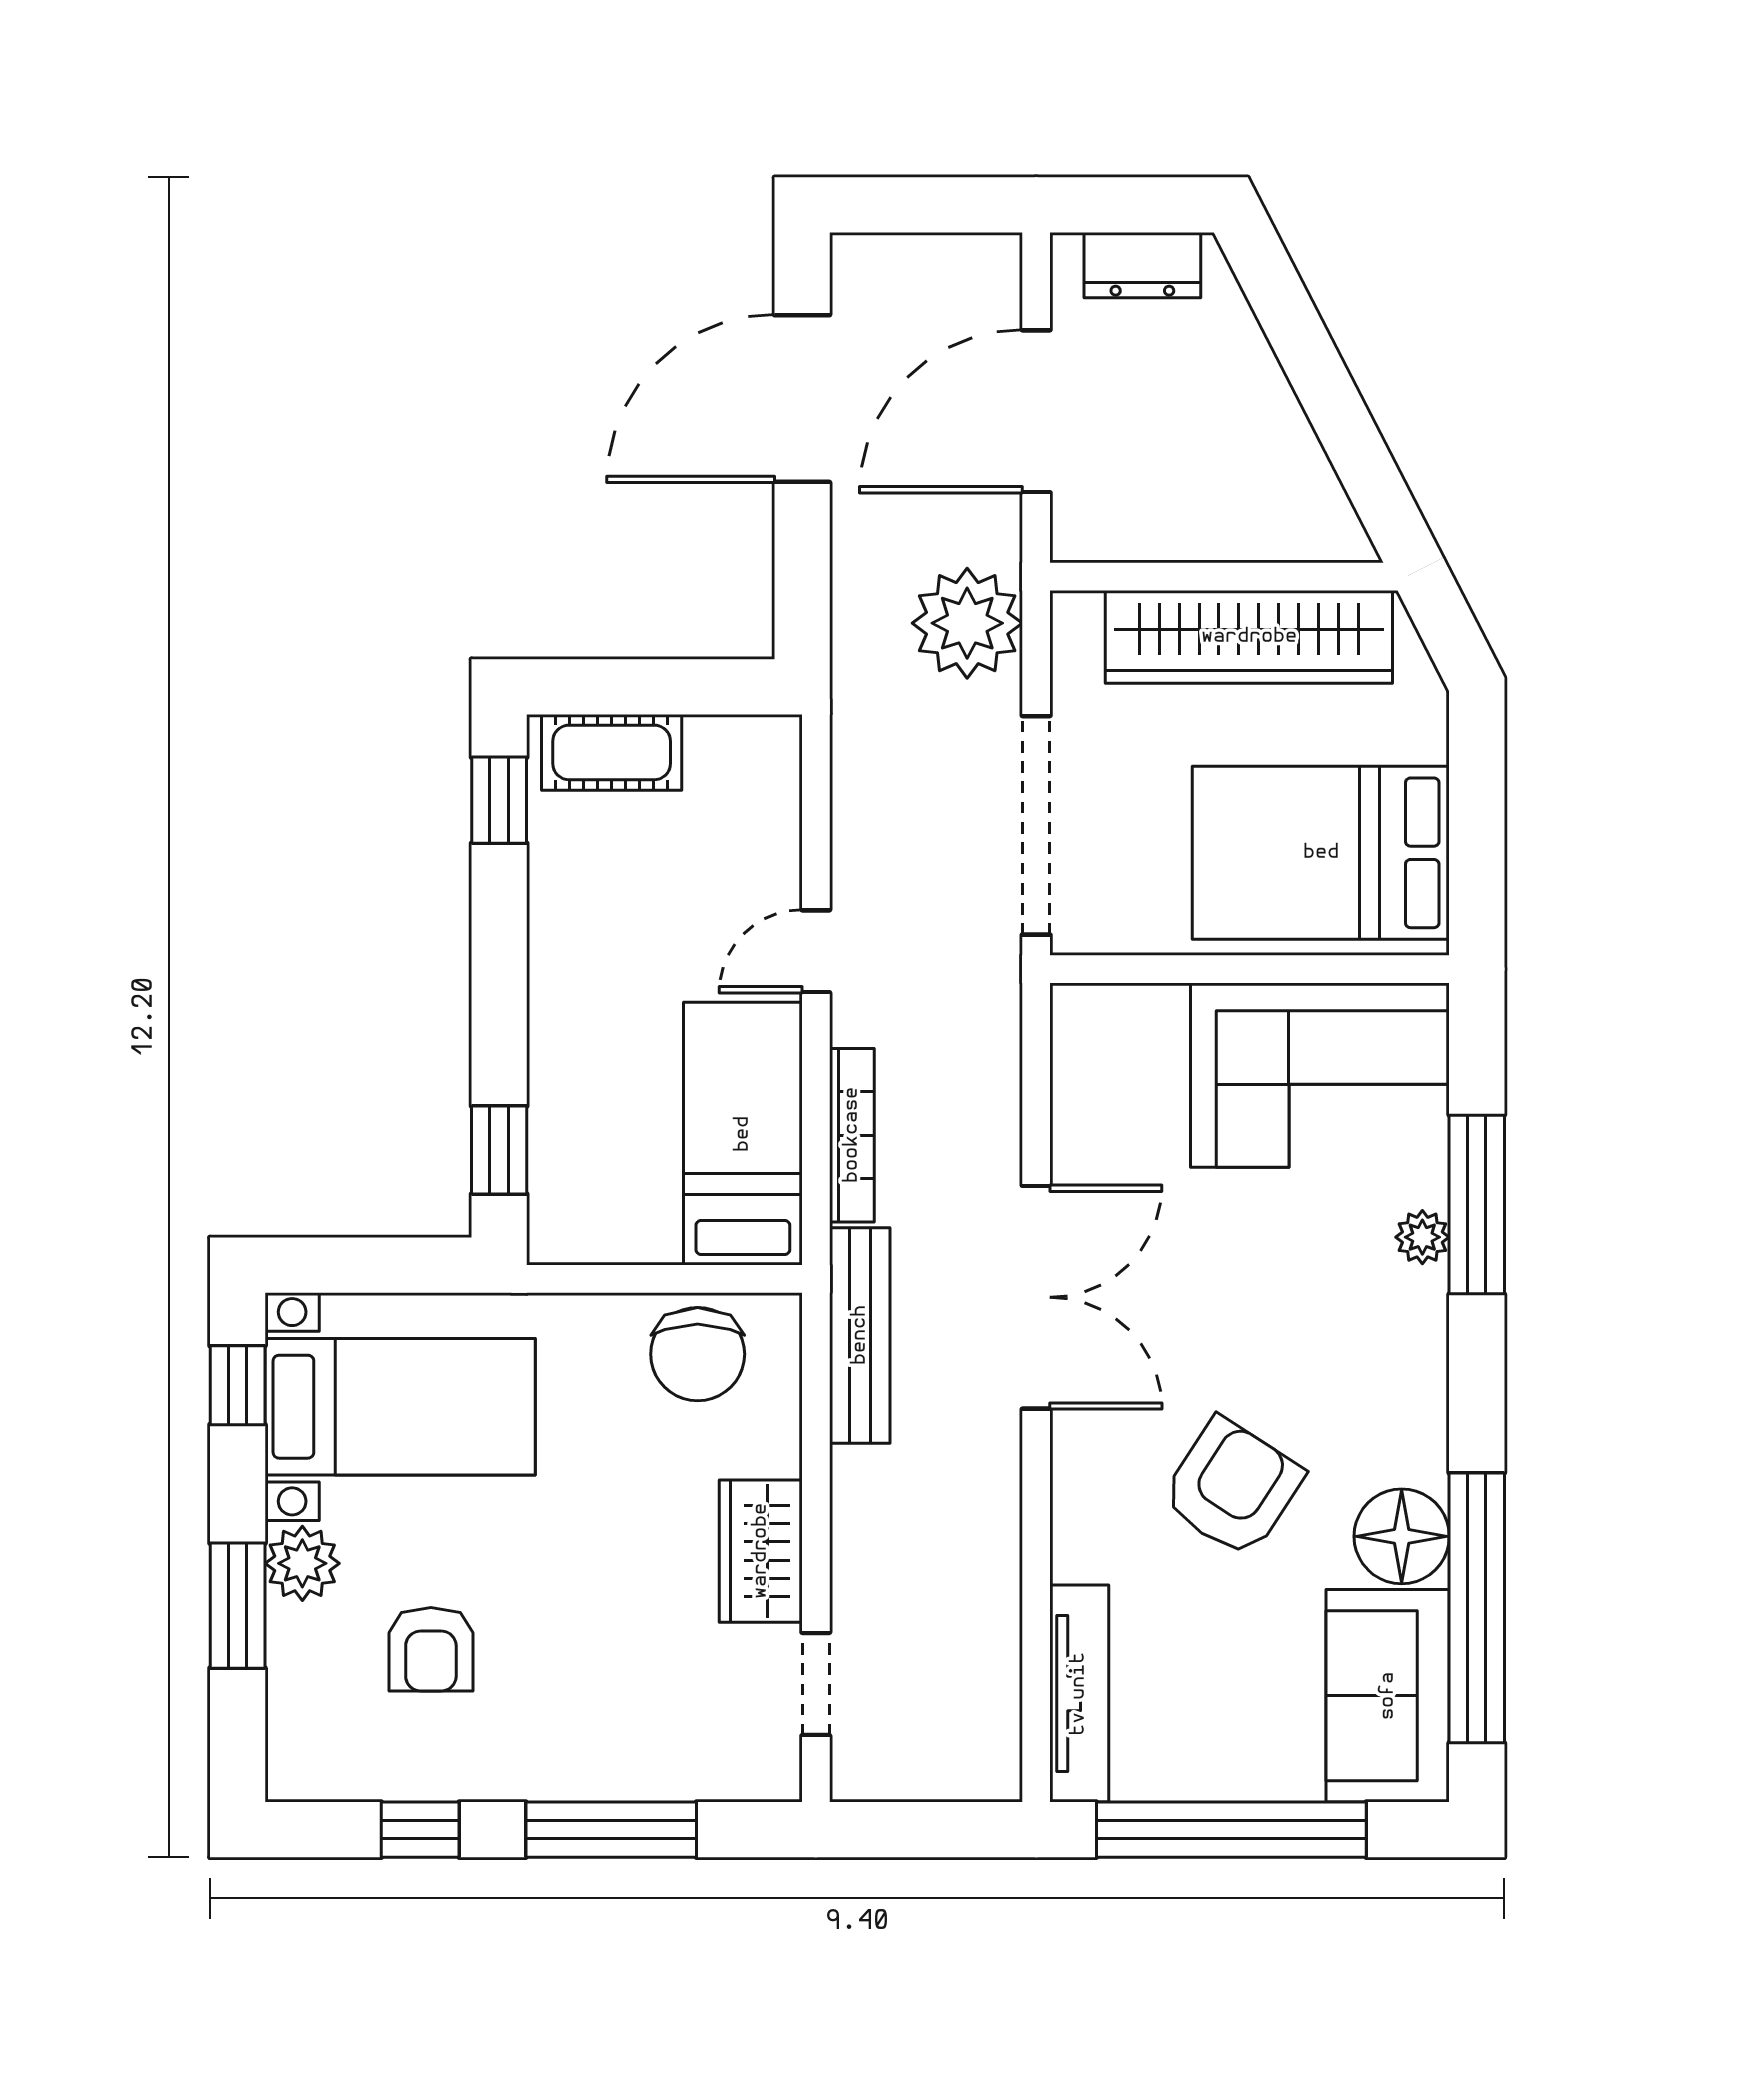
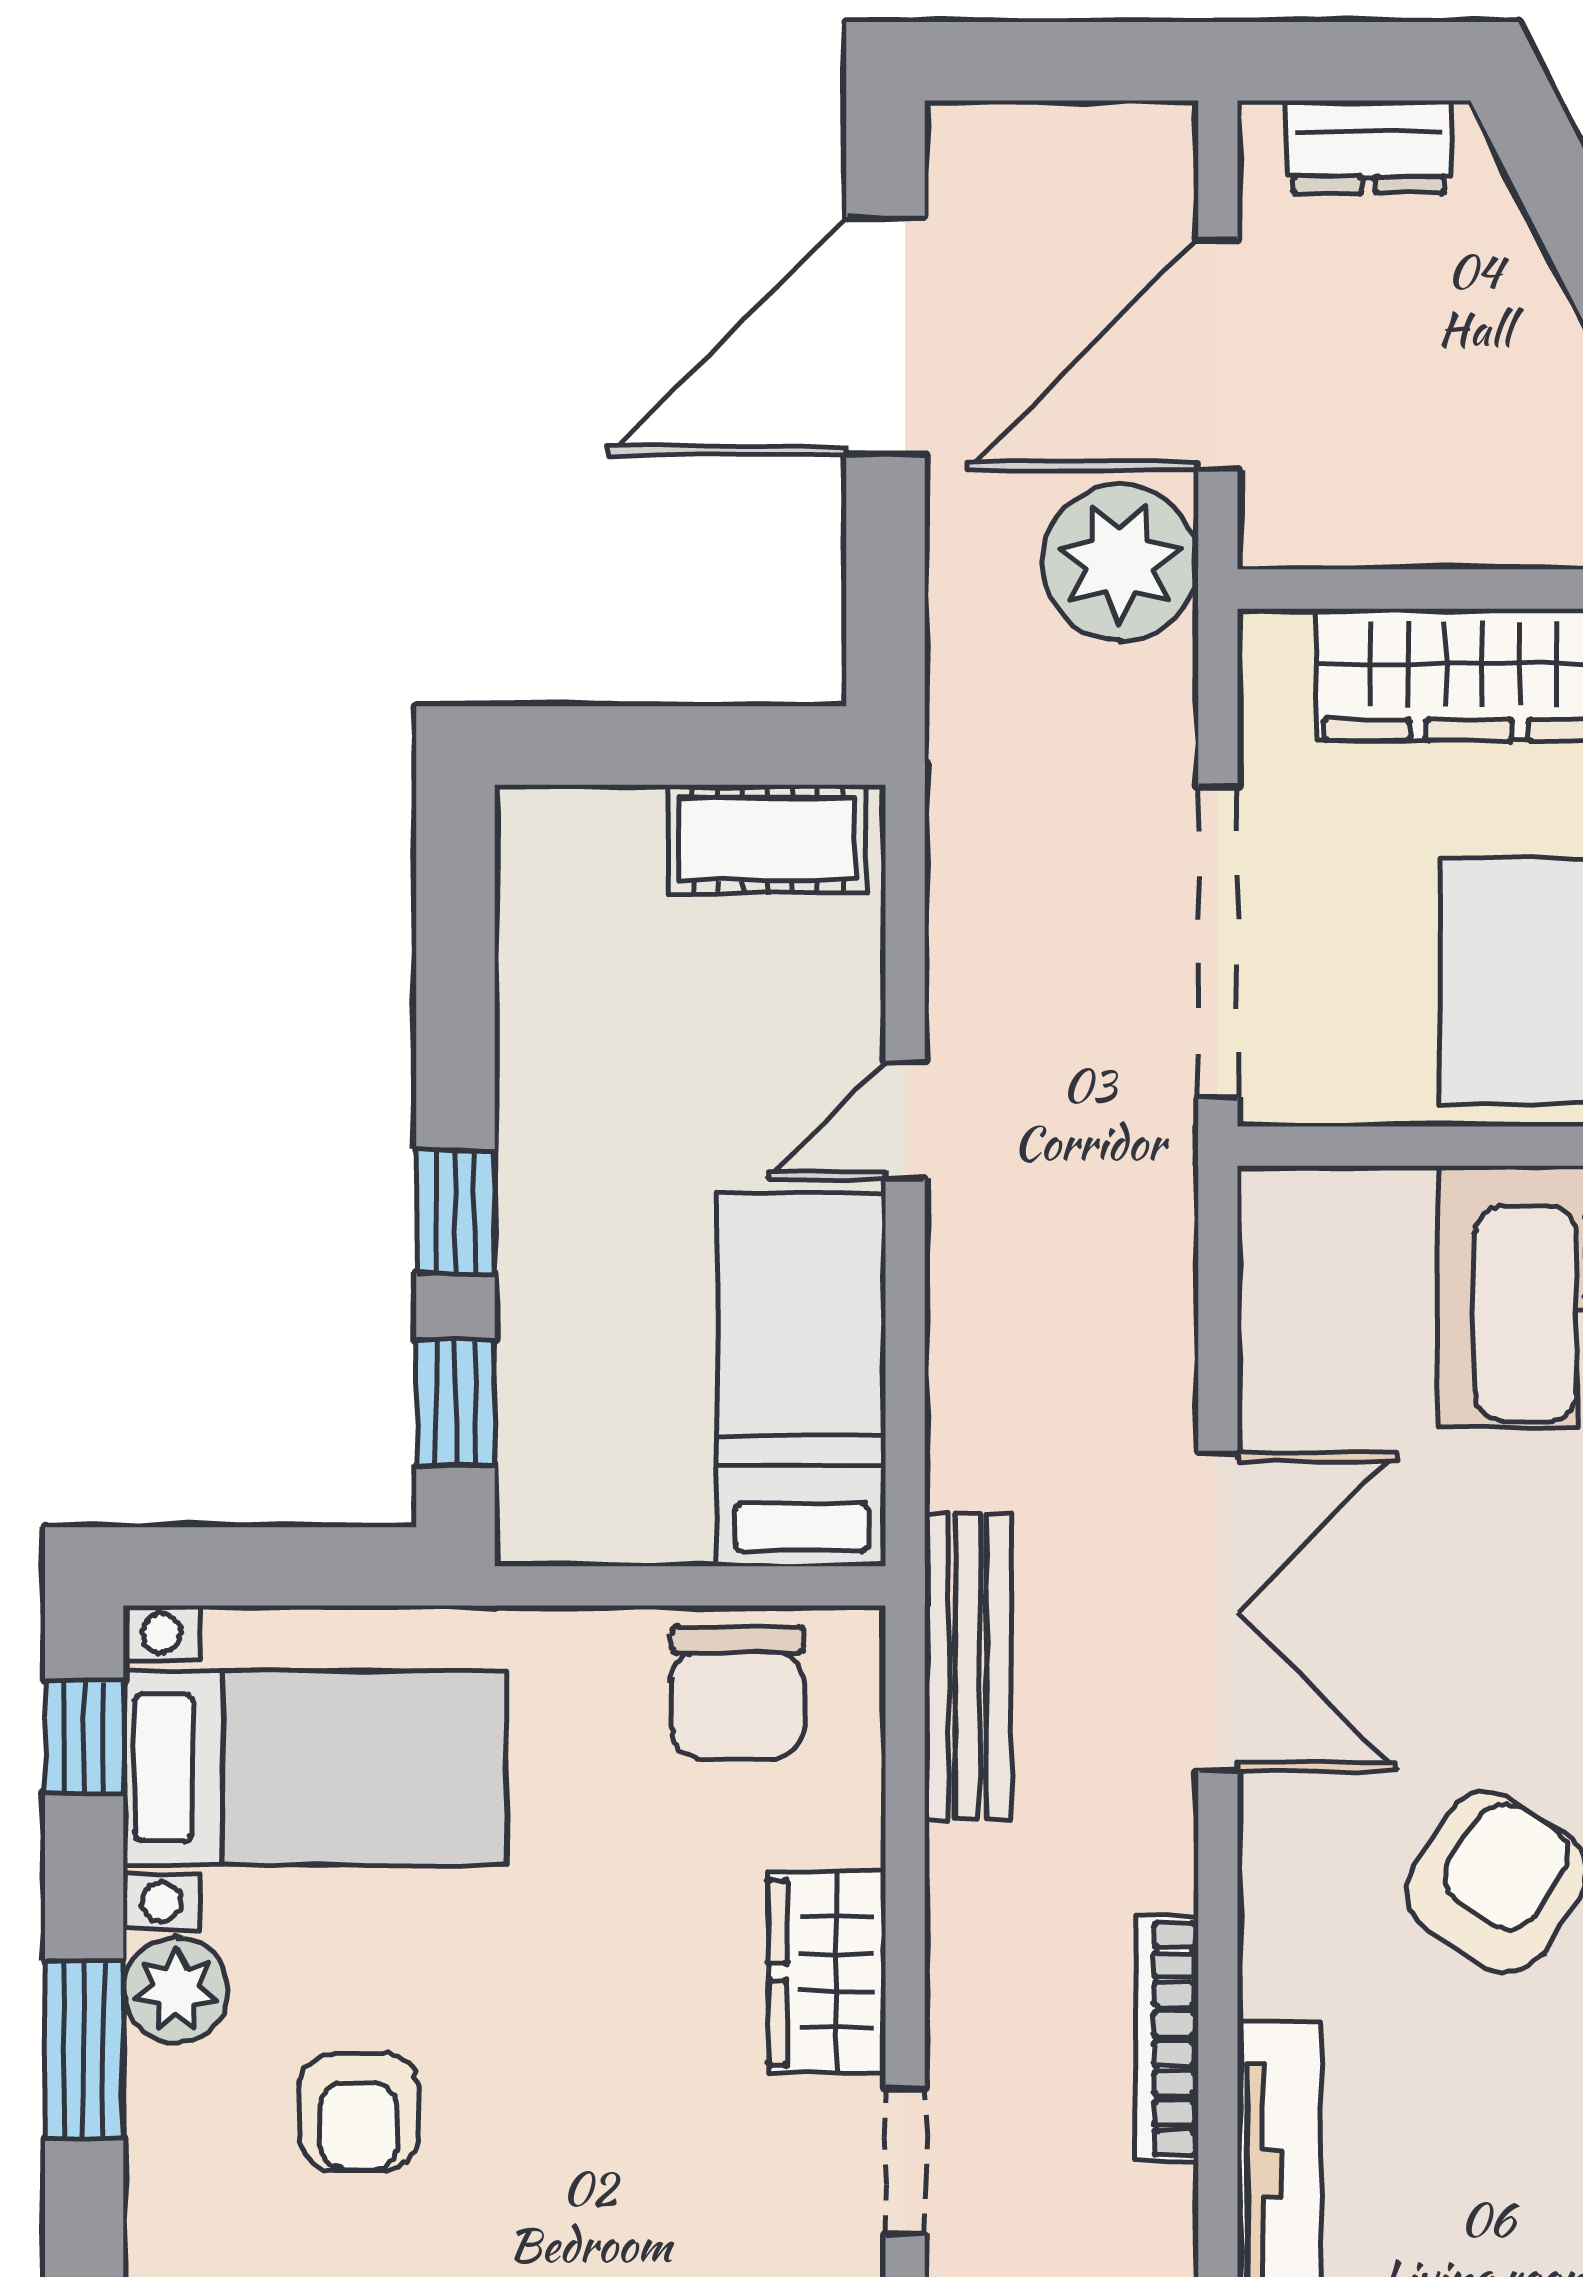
plant: (967, 623) -> (1120, 562), moved
cot: (612, 752) -> (767, 839), moved
window: (499, 800) -> (456, 1212), moved
bookcase: (852, 1135) -> (1167, 2039), moved, turned 180

